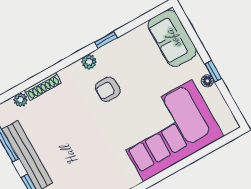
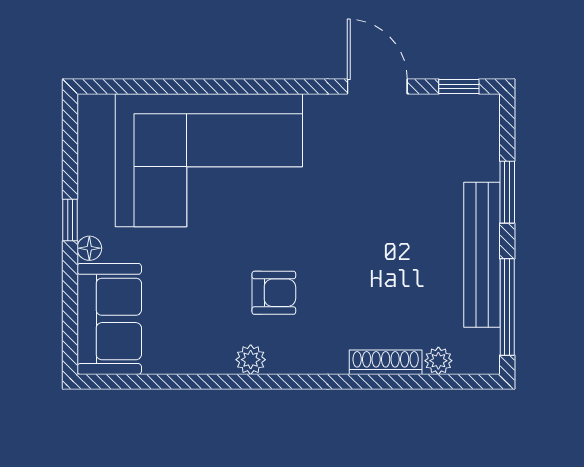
window: (106, 40) -> (228, 382), removed
plant: (89, 62) -> (251, 360), moved
floor lamp: (207, 81) -> (89, 248), moved

